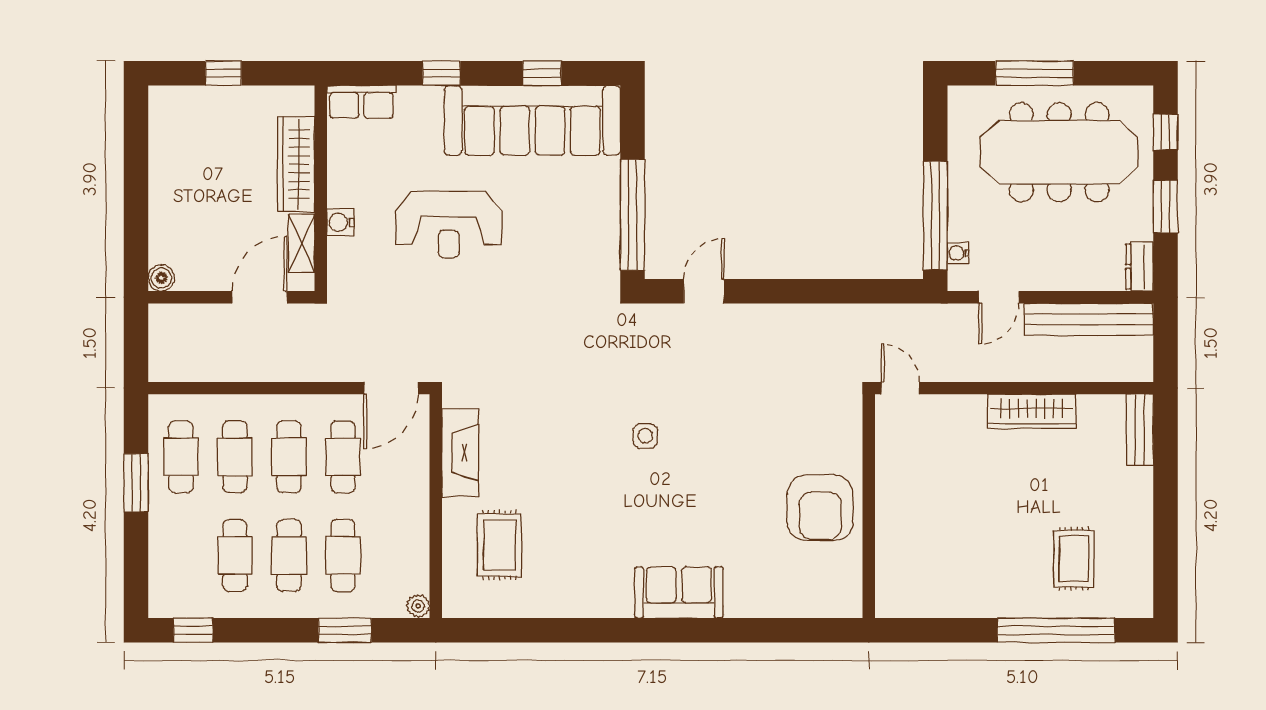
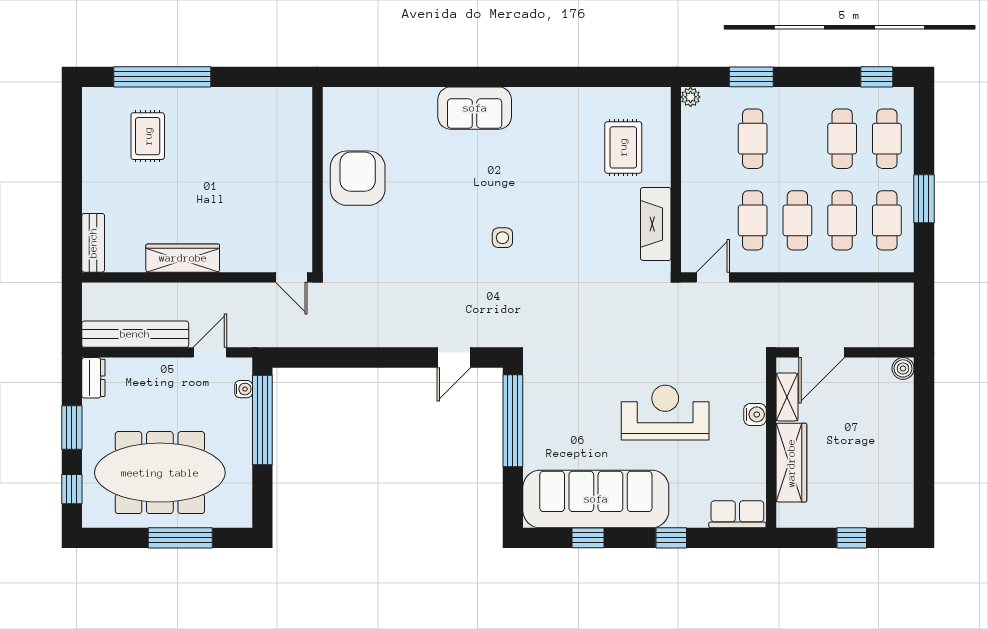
door: (391, 388) -> (713, 277), width x0.73
cafe table: (289, 556) -> (887, 139), moved

